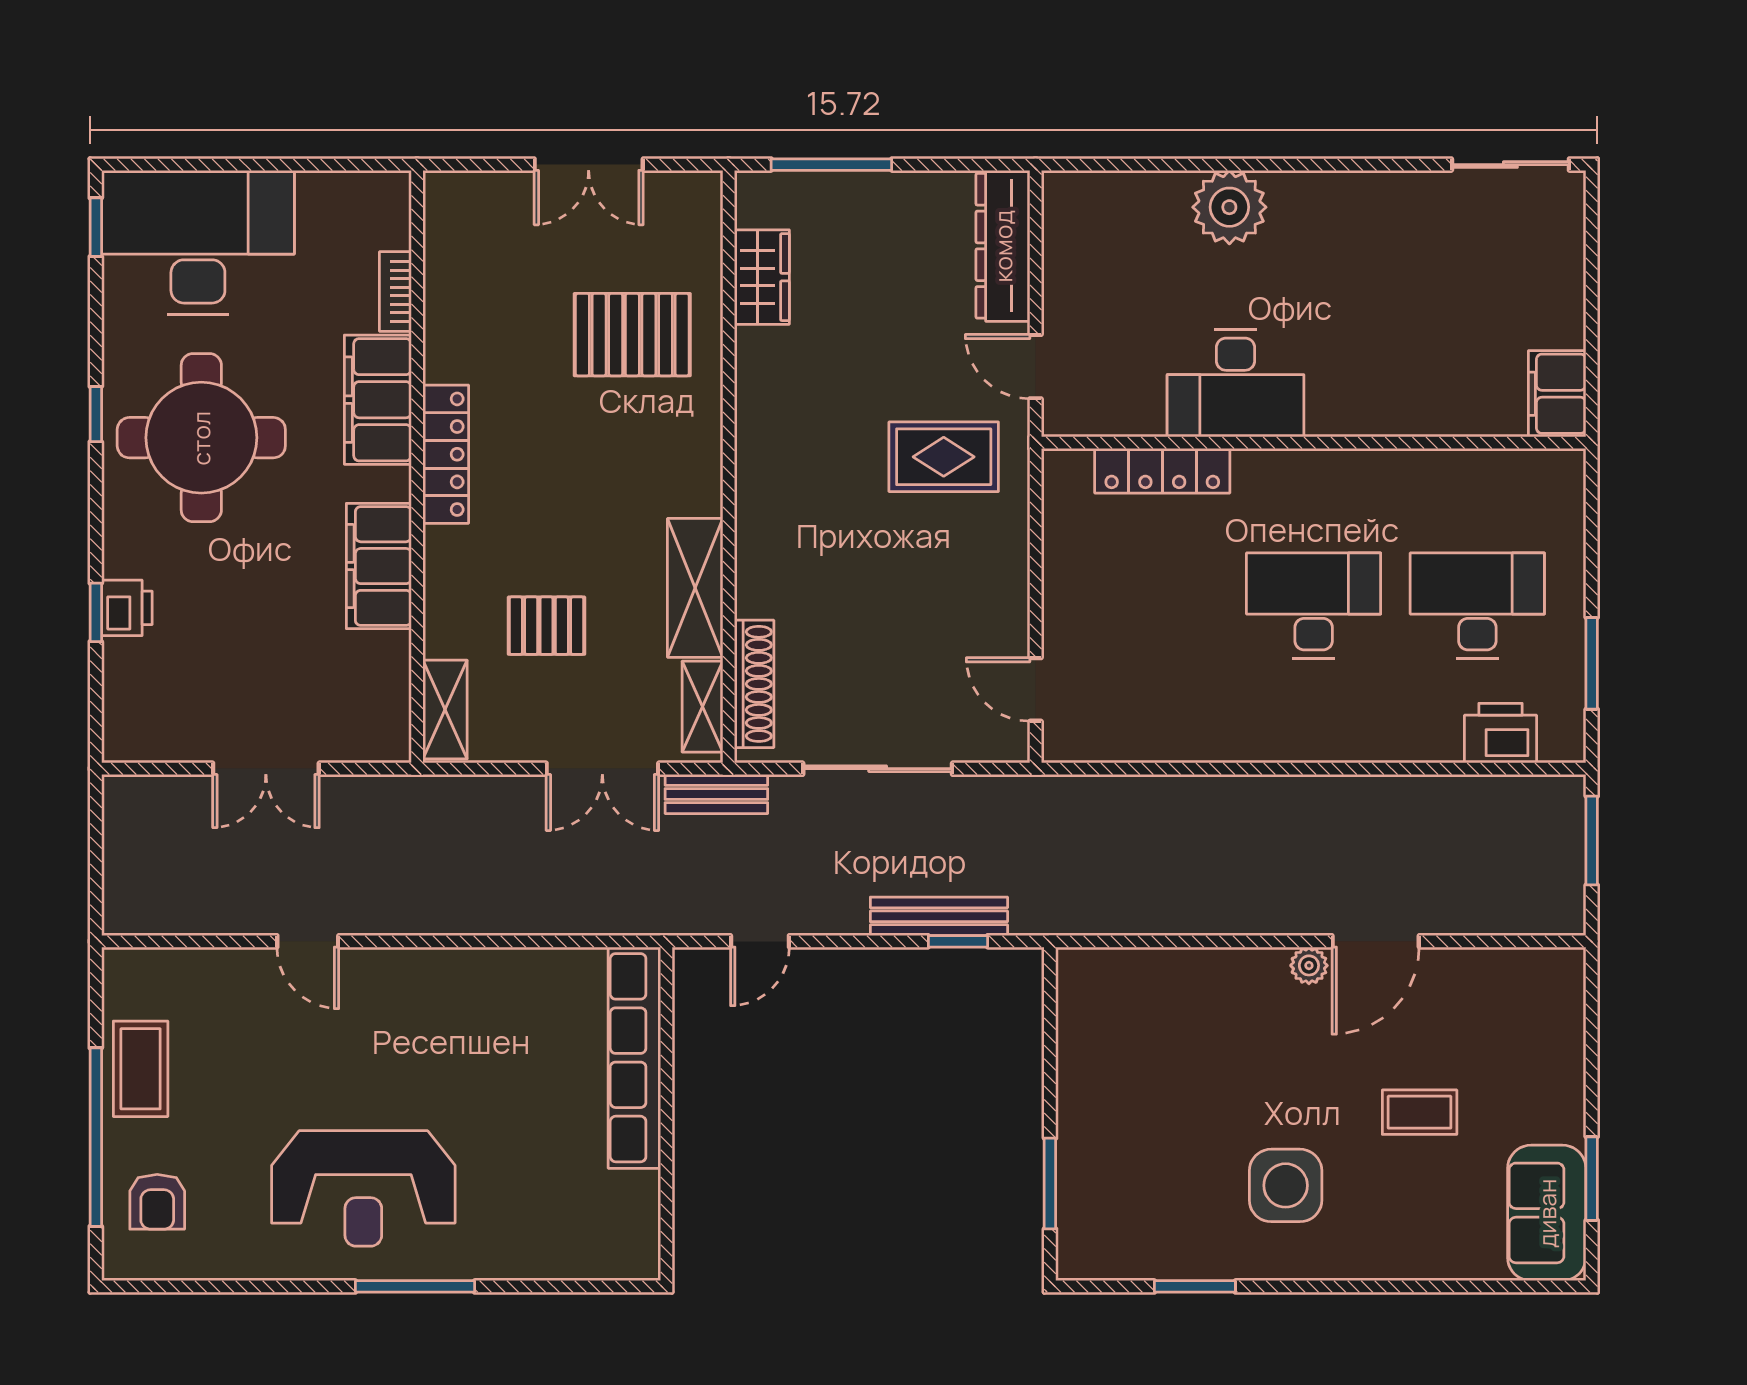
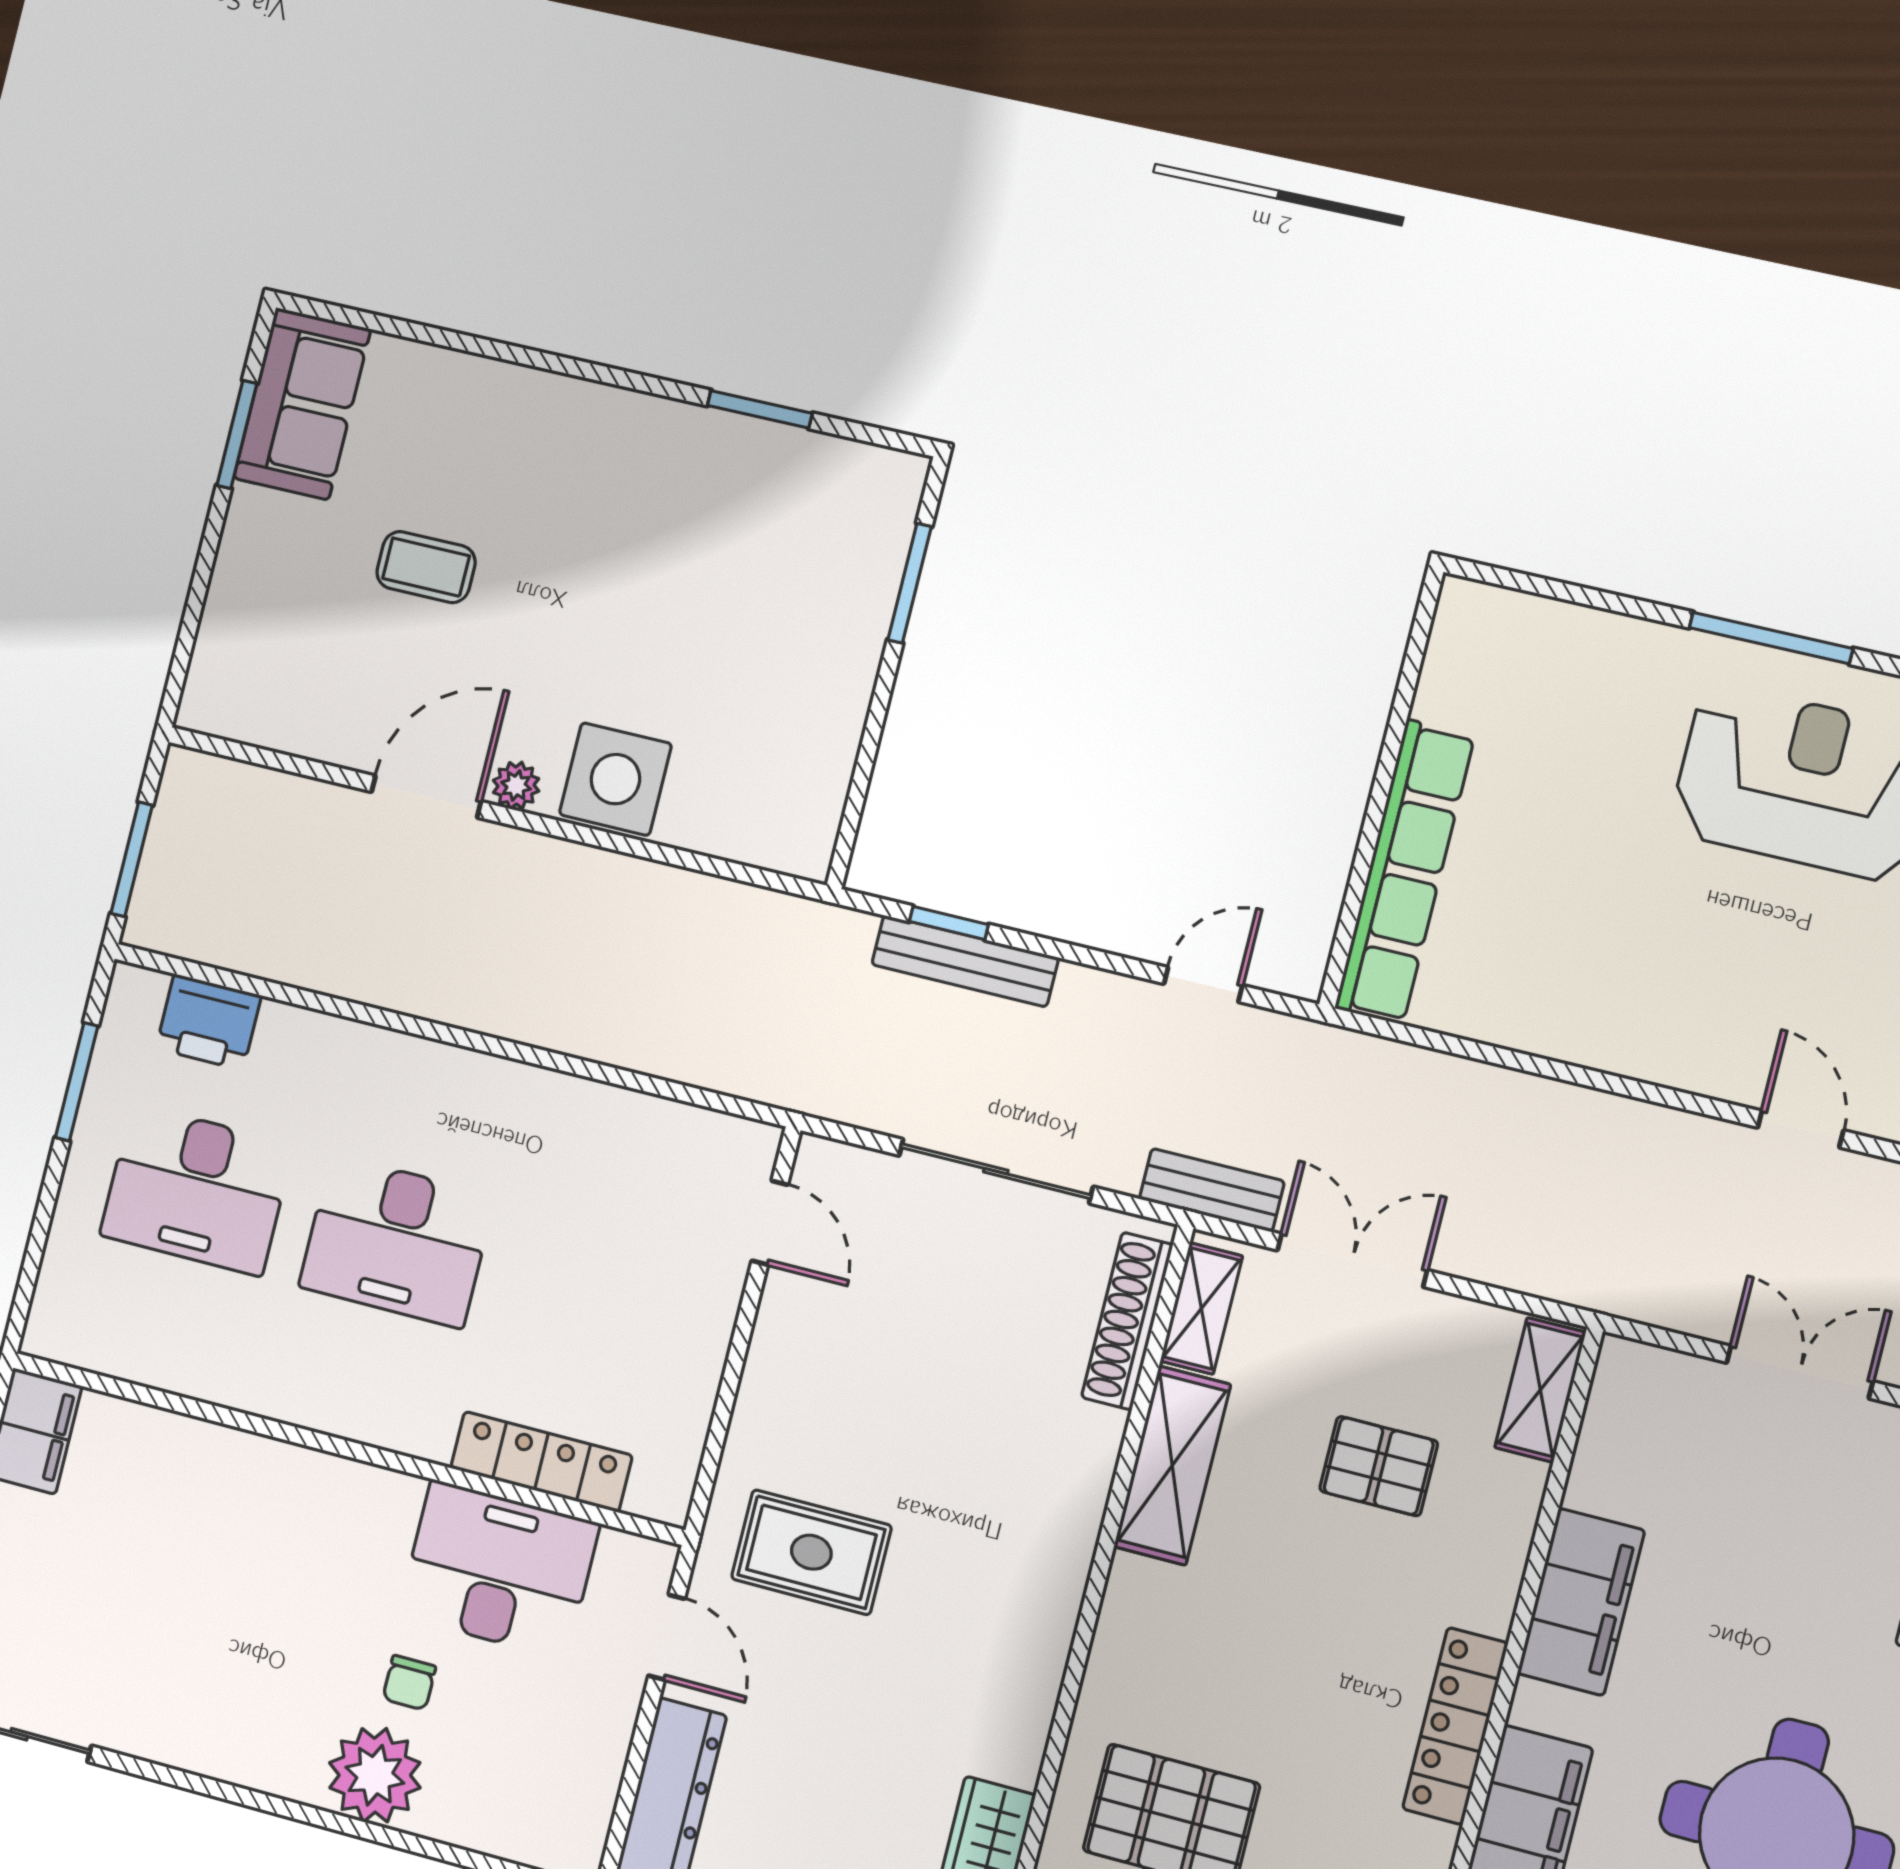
chair: (1221, 282) -> (409, 1683), added
desk: (1235, 383) -> (499, 1570), moved
side table: (1286, 1185) -> (615, 779), moved

